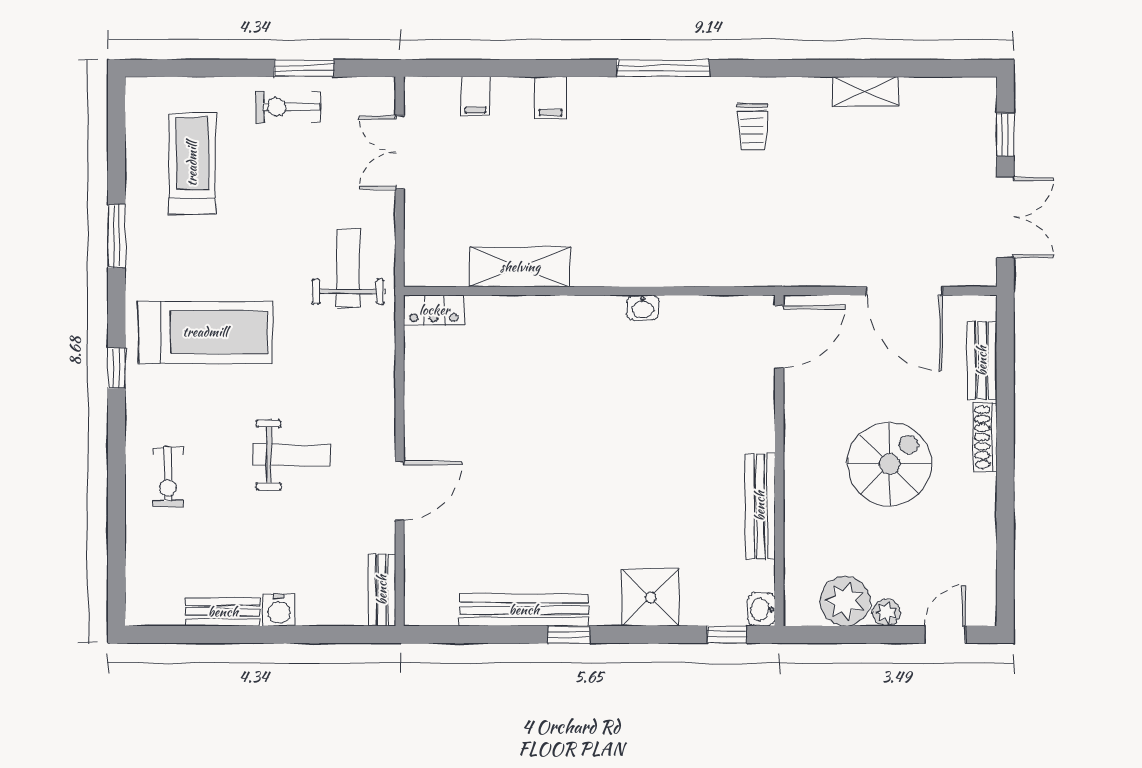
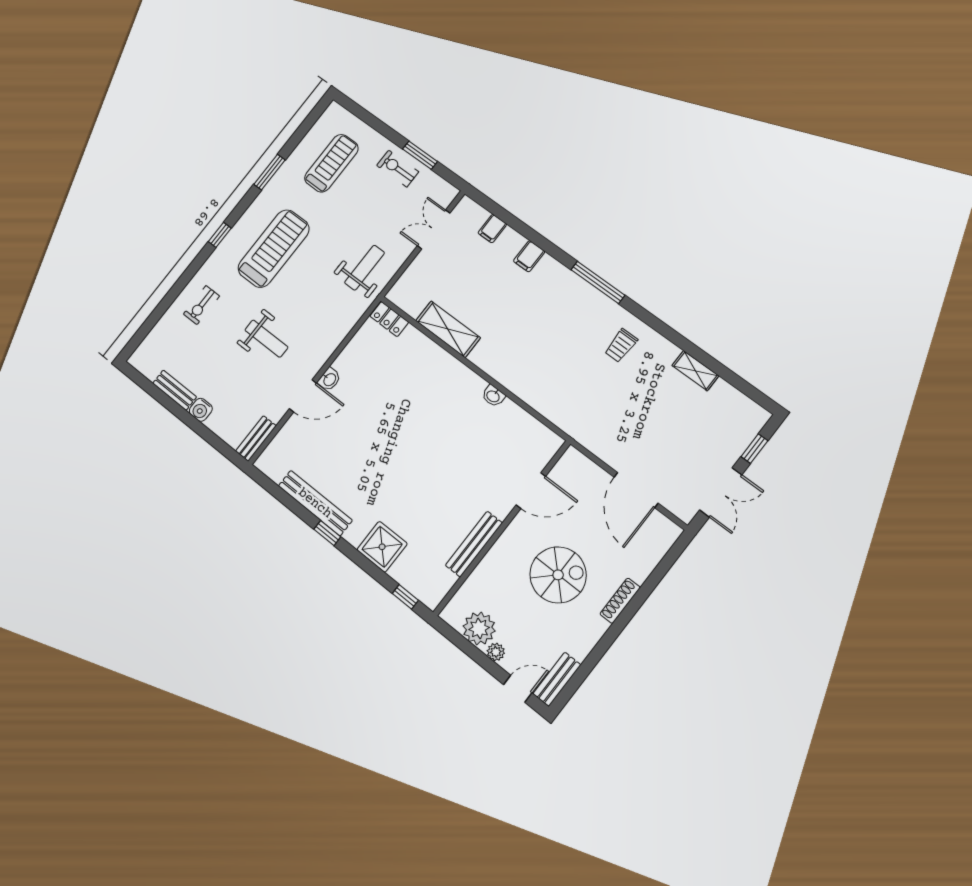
treadmill: (205, 332) -> (274, 249), turned -90
door: (779, 337) -> (531, 491), moved
bench: (982, 361) -> (557, 679), moved
washbasin: (762, 609) -> (329, 379), moved, turned 180

